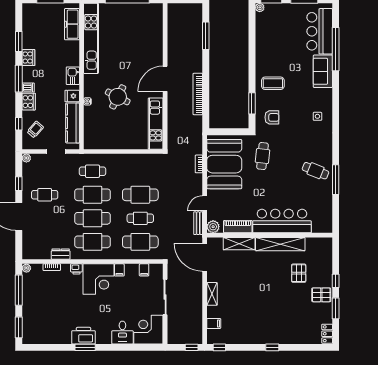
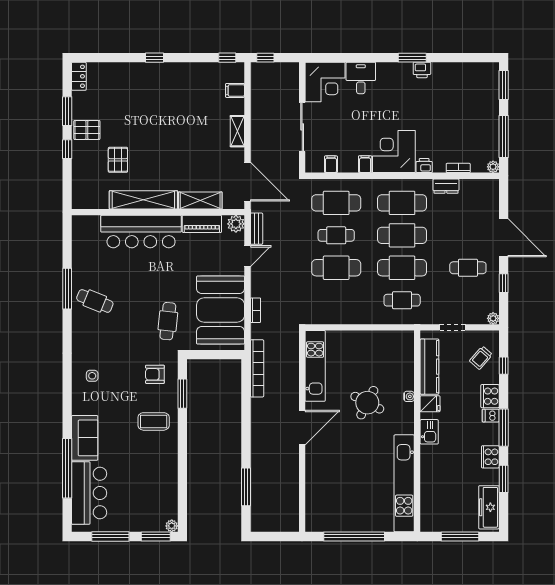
freezer: (72, 24) -> (489, 507), moved, turned 180
bookcase: (198, 94) -> (257, 368), moved
printer: (83, 336) -> (422, 70), width x0.53, depth x0.68

